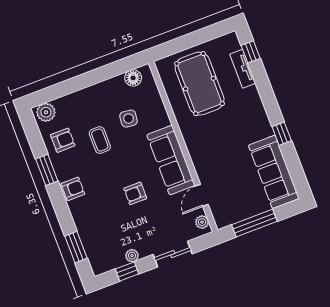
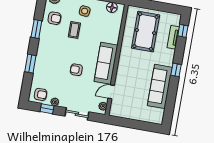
side table: (129, 119) -> (85, 11), moved
window: (282, 134) -> (176, 70), moved
sofa: (274, 172) -> (160, 86), moved
armchair: (73, 189) -> (41, 94), moved
window: (254, 223) -> (130, 123), removed
window: (76, 247) -> (30, 64), moved

